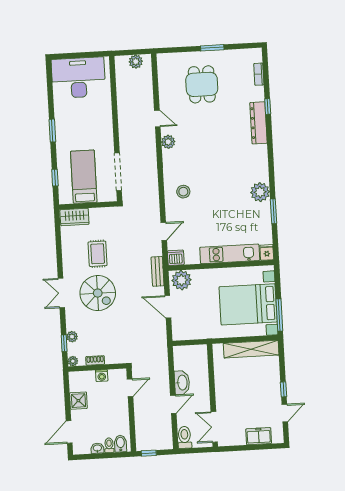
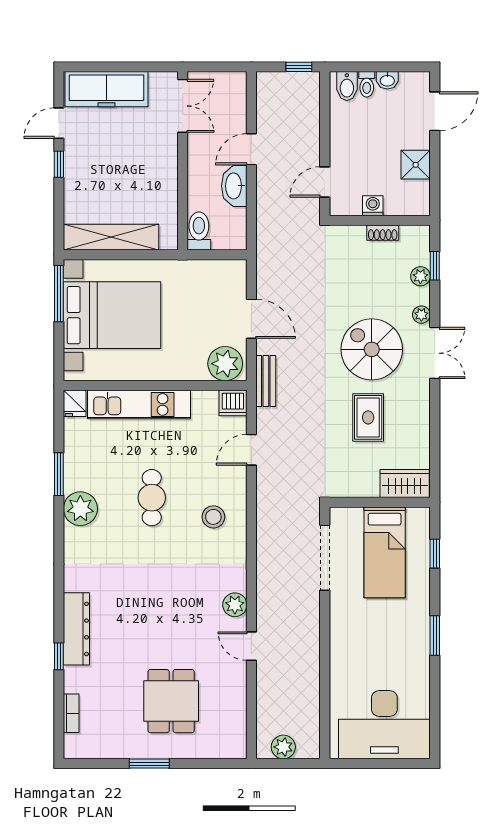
cafe table: (219, 201) -> (152, 498), added
plant: (73, 361) -> (421, 315), moved
freezer: (259, 436) -> (107, 89), width x1.91, depth x1.26
toilet: (185, 437) -> (199, 231), moved, turned 180

